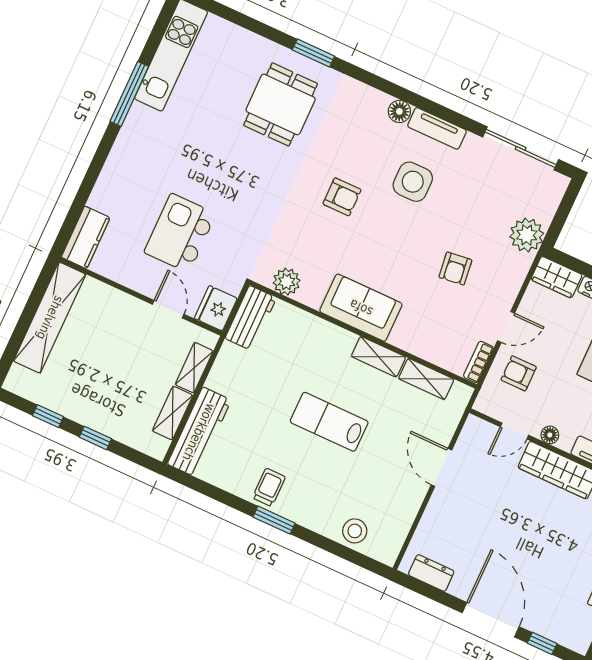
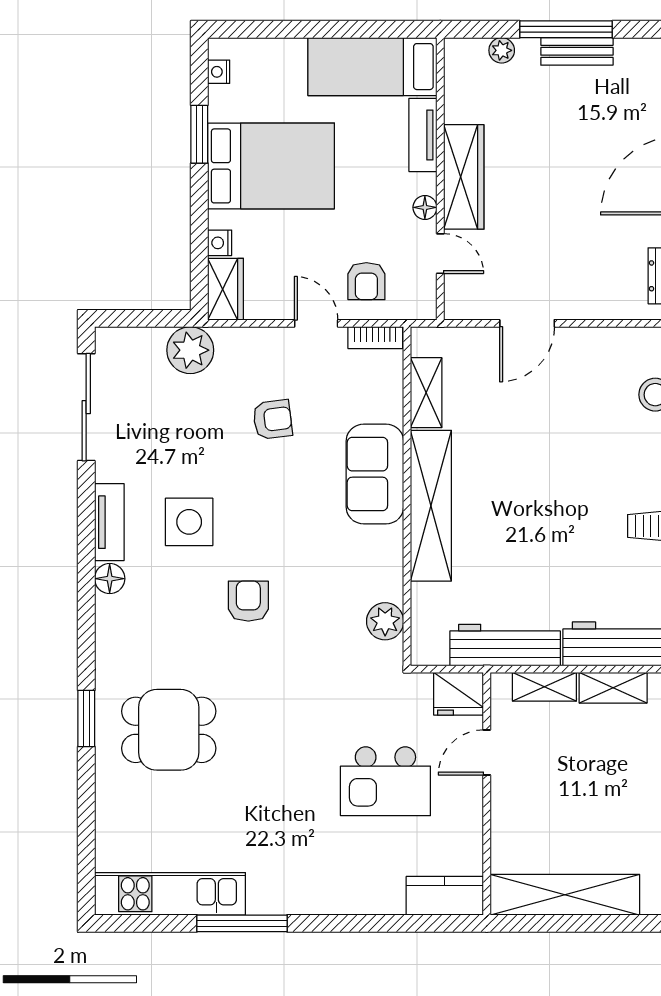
sofa: (361, 308) -> (375, 474), moved
workbench: (251, 318) -> (505, 645), moved, width x1.38
shelving: (378, 357) -> (431, 506), width x2.20, depth x1.33
lab bench: (329, 422) -> (535, 489), removed

